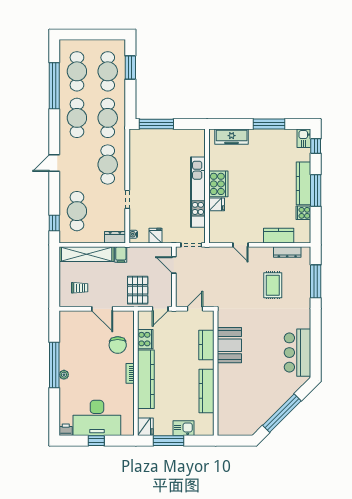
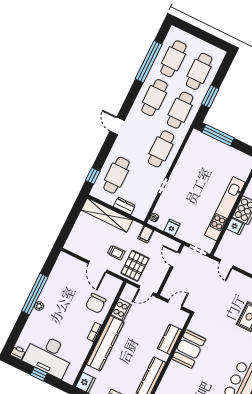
window: (130, 67) -> (210, 96), moved
door: (54, 163) -> (117, 126), hinge flipped
dresser: (115, 237) -> (124, 206), moved
door: (241, 245) -> (226, 264), moved
filing cabinet: (121, 255) -> (146, 234), moved
trolley: (80, 288) -> (116, 253), moved

